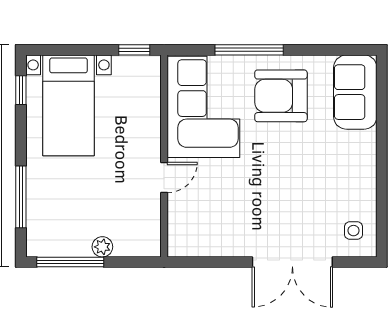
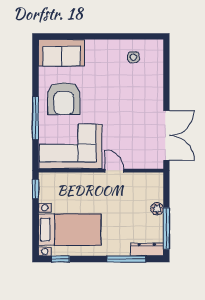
dresser: (36, 230) -> (147, 249), added
side table: (354, 231) -> (133, 57), moved
double door: (292, 262) -> (166, 135), moved

